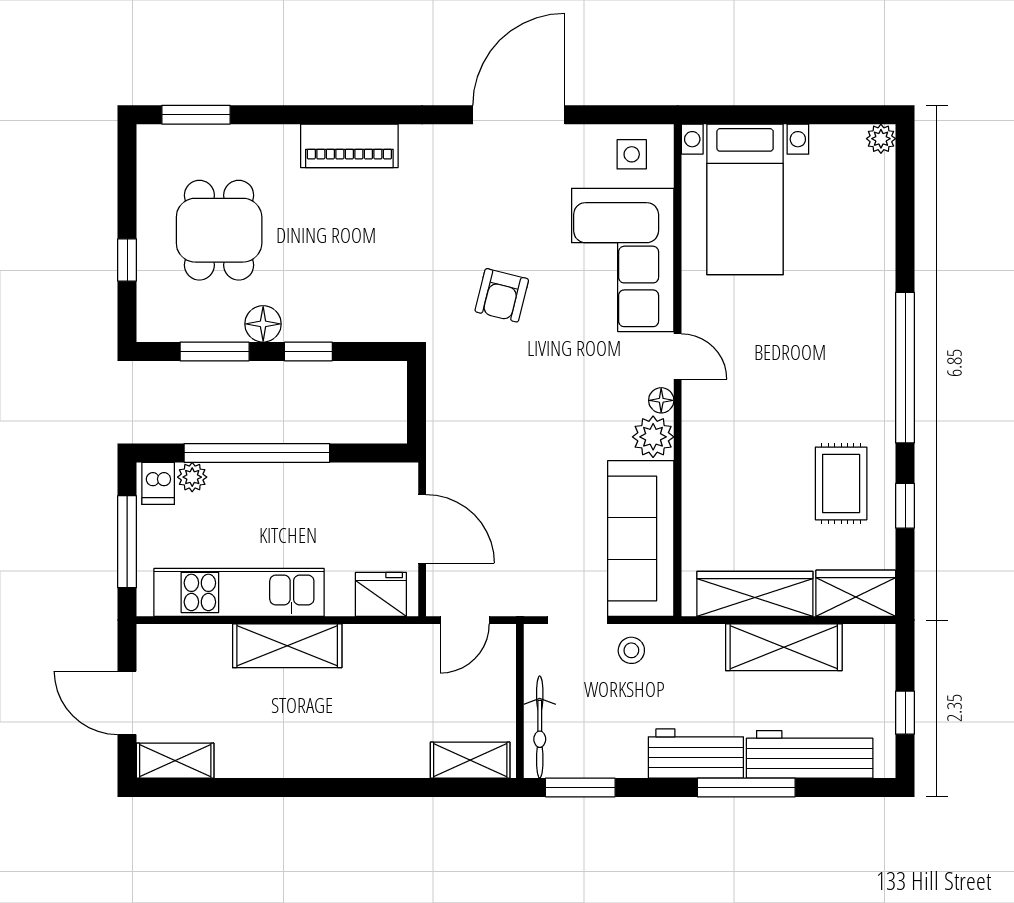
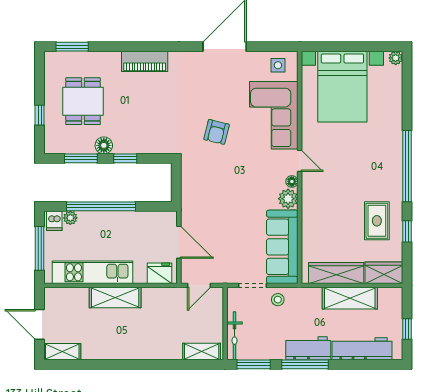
bed with nightstands: (745, 199) -> (342, 87), width x1.36
window: (746, 787) -> (305, 364), moved

